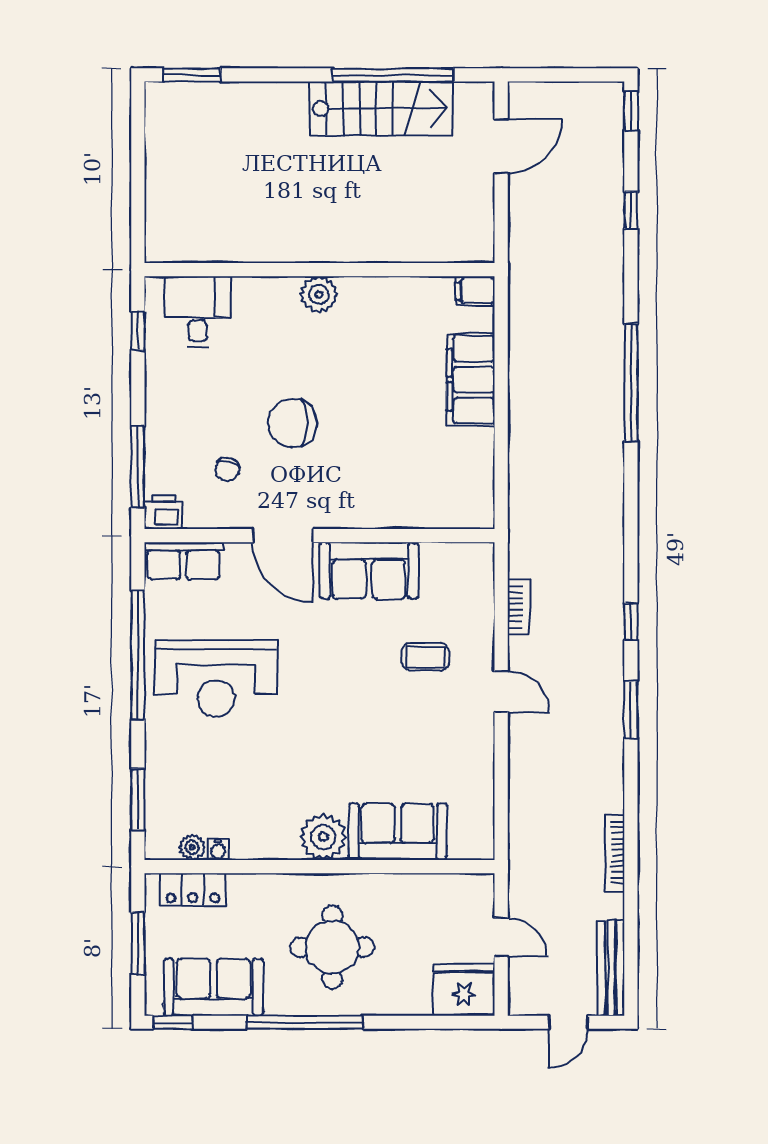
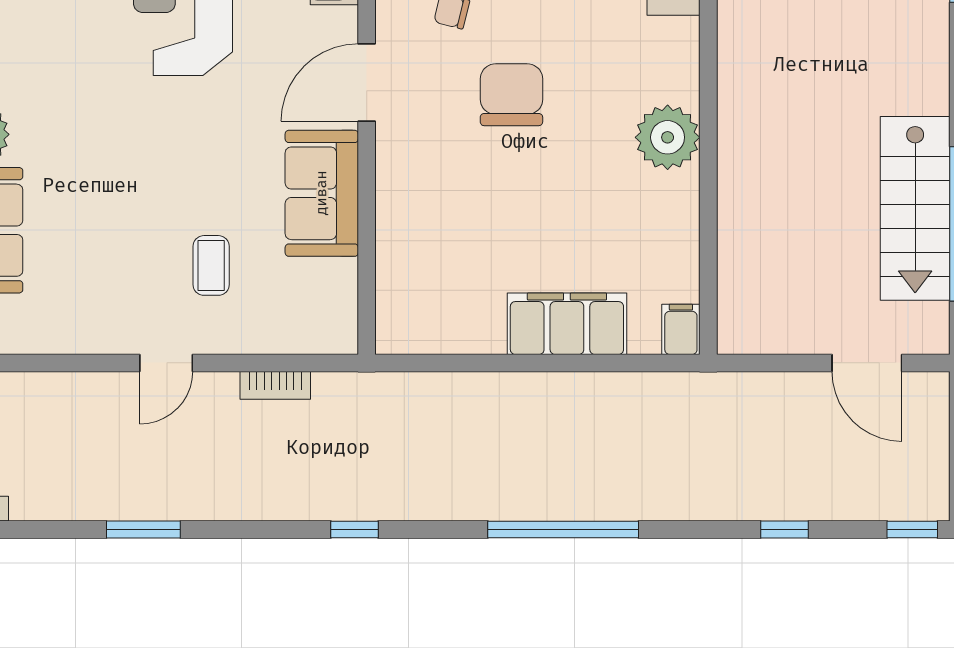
plant: (319, 295) -> (668, 137), width x1.36, depth x1.36
window: (631, 622) -> (355, 530), moved

